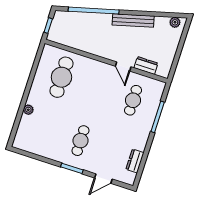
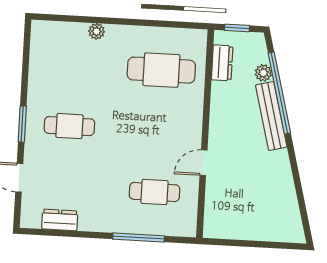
bench: (133, 20) -> (271, 116), moved
plant: (175, 22) -> (263, 73), moved
dresser: (146, 65) -> (222, 63), moved

